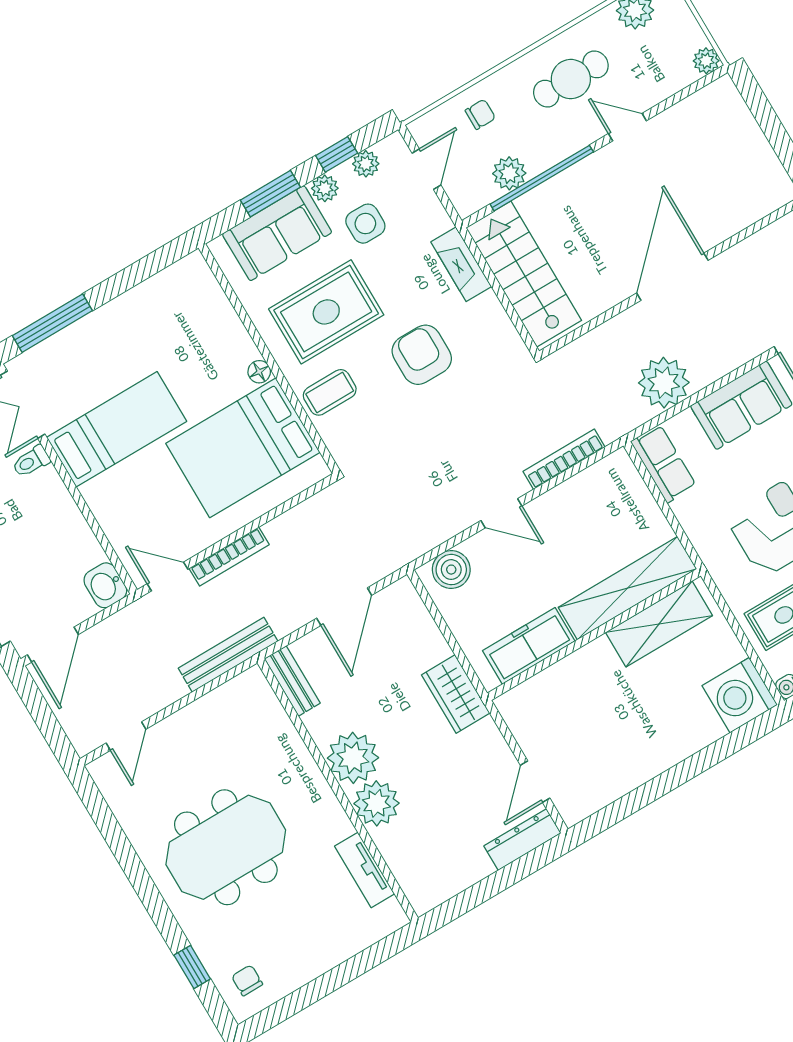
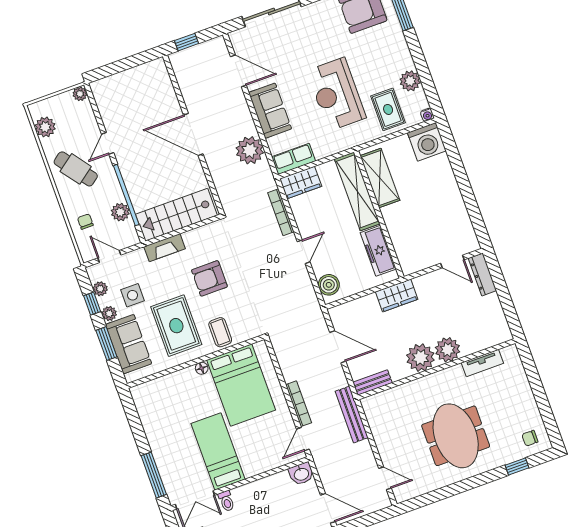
cafe table: (571, 79) -> (76, 169), turned -37
wardrobe: (624, 484) -> (301, 183), added

